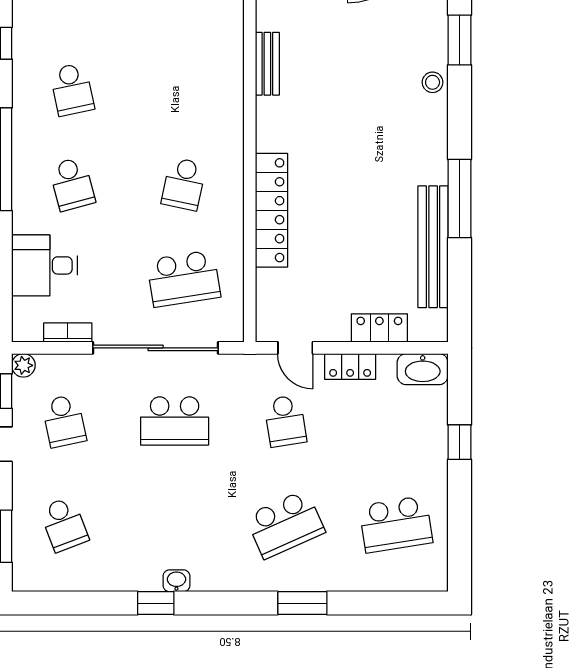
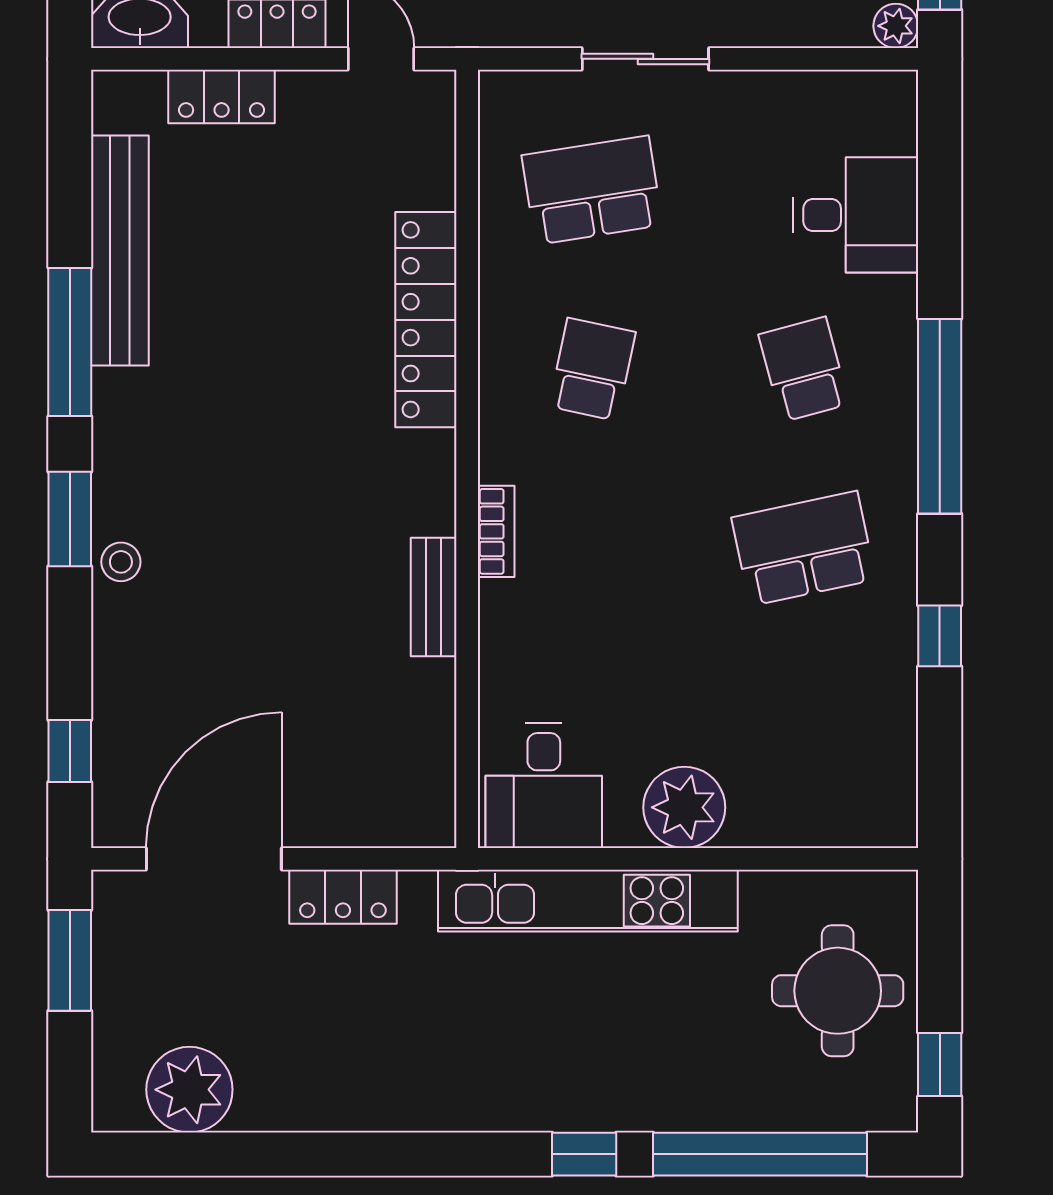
window: (460, 40) -> (70, 519), moved
school desk: (72, 89) -> (804, 549), width x1.85
bookcase: (68, 333) -> (496, 531), moved, turned -90
sliding door: (156, 348) -> (645, 59), width x0.54

